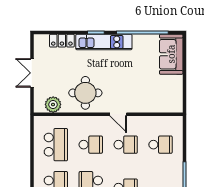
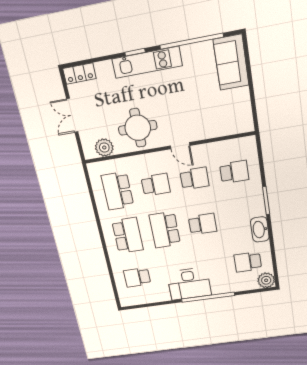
locker: (62, 41) -> (79, 74), moved
school desk: (56, 145) -> (117, 191), turned 180

